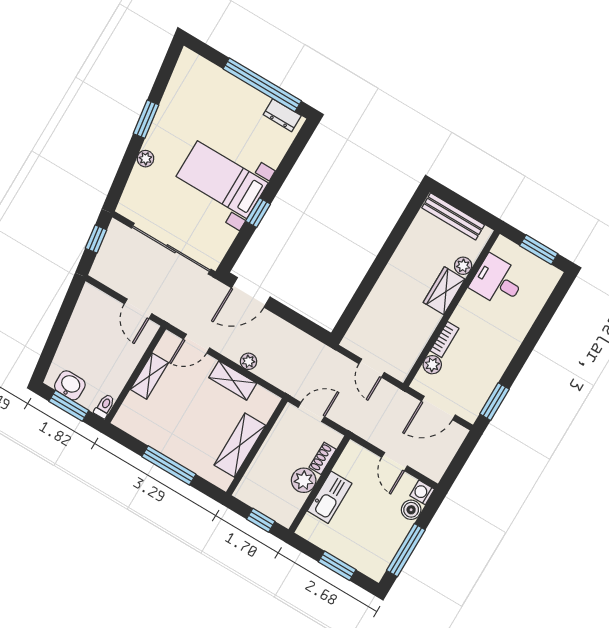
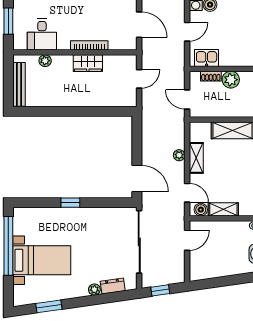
dresser: (282, 115) -> (113, 286), moved, turned -98
window: (146, 119) -> (49, 306), moved
bed with nightstands: (222, 180) -> (42, 260), moved, turned -90
window: (258, 213) -> (70, 203), moved
wardrobe: (444, 291) -> (88, 63), moved
bookcase: (445, 340) -> (89, 45), width x1.56
boiler: (166, 348) -> (201, 210), added
plant: (432, 365) -> (115, 44), removed
kitchen sink: (330, 497) -> (207, 58), moved, width x0.73

